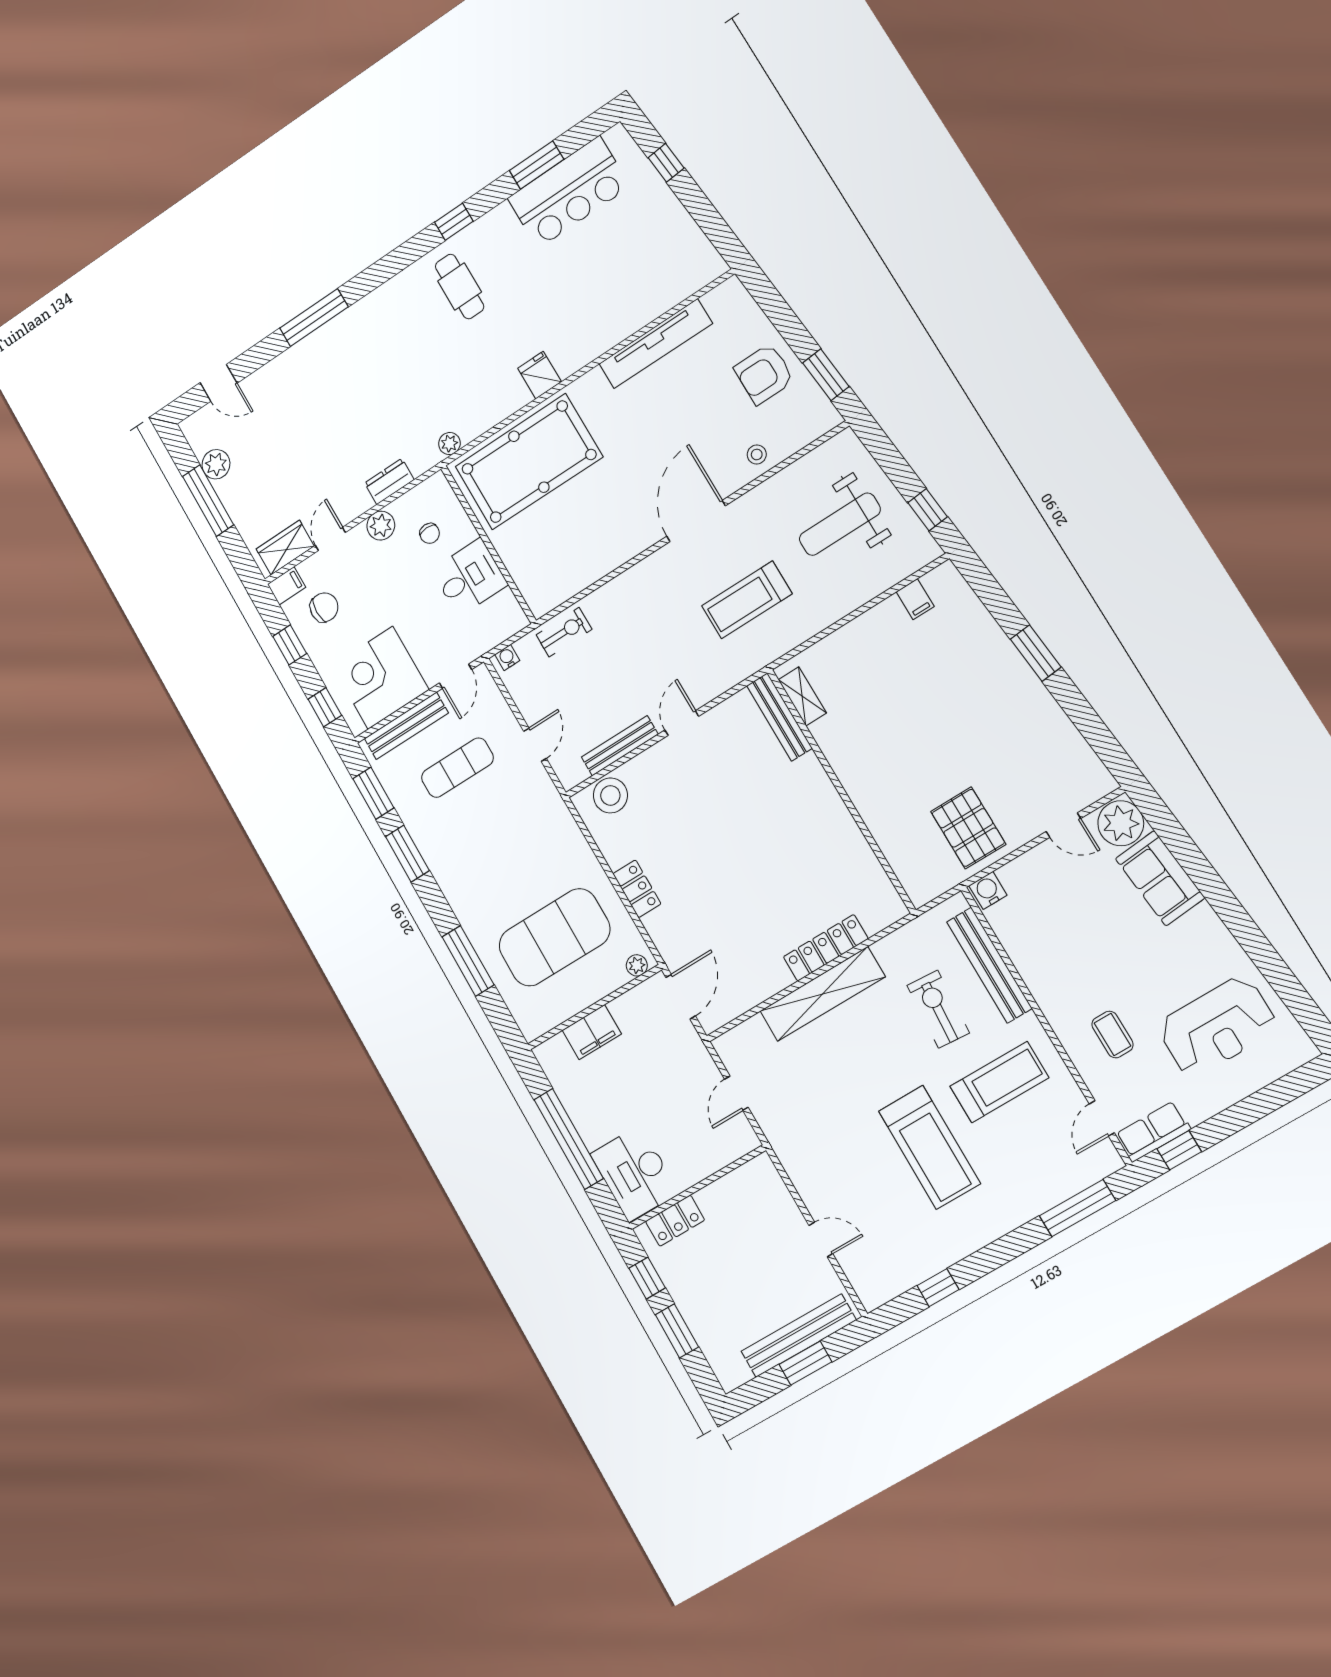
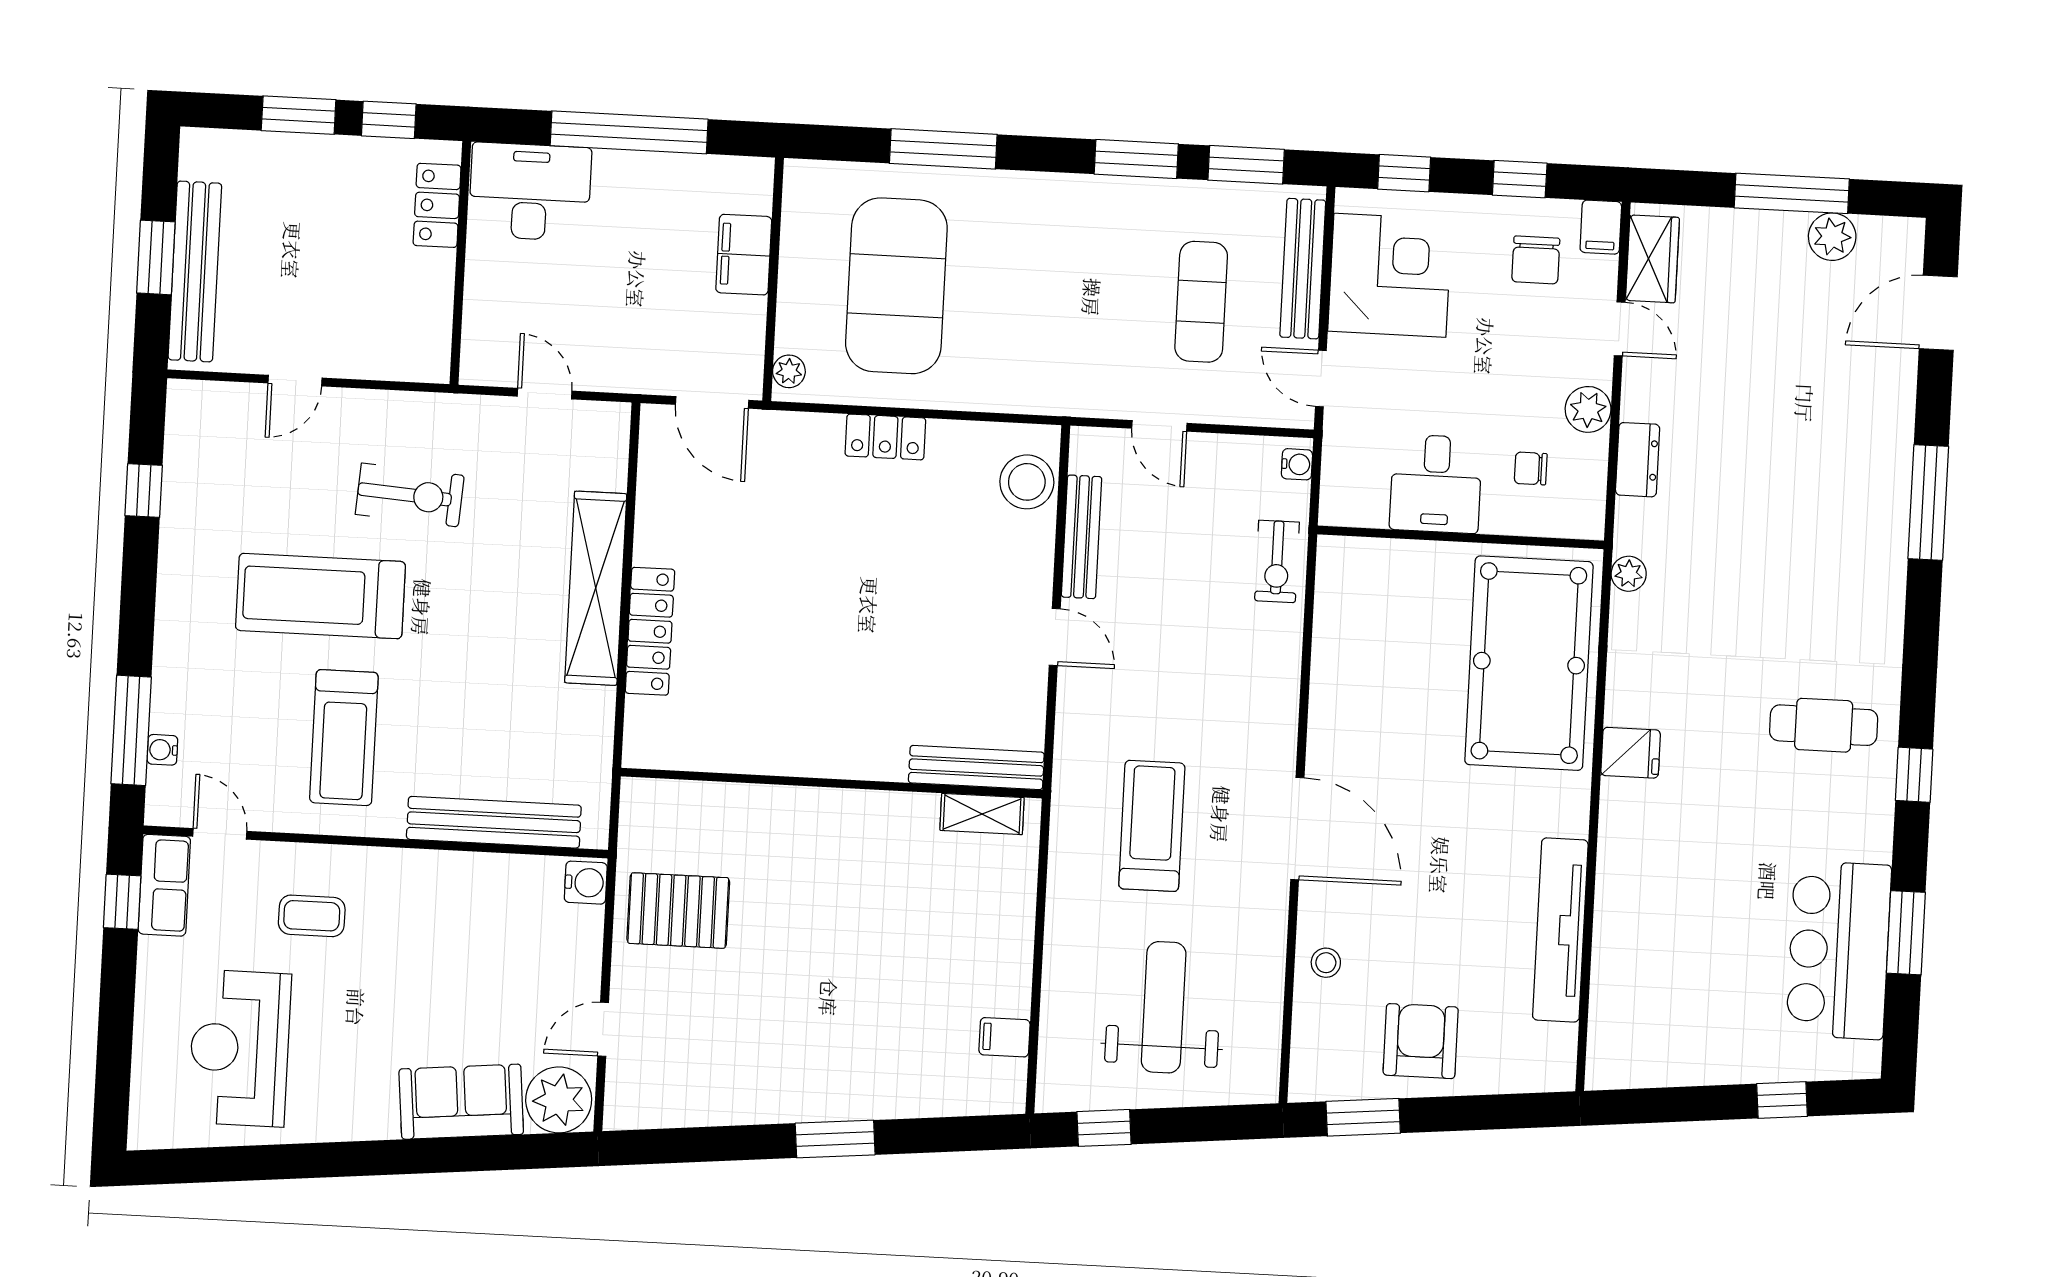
door: (219, 383) -> (1938, 313), width x1.38
exercise bike: (938, 1009) -> (410, 495), moved
water cooler: (1076, 1183) -> (162, 750), added

